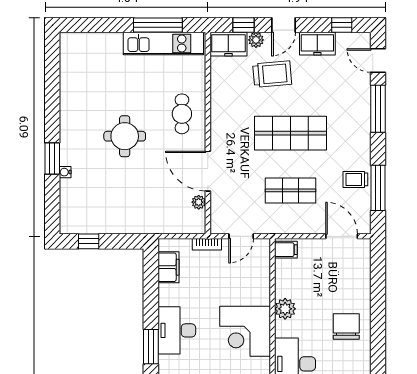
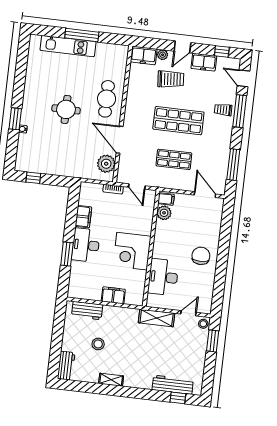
window: (158, 25) -> (82, 35), moved
window: (244, 25) -> (155, 44), removed
kitchen unit: (163, 44) -> (68, 46), moved
cafe table: (182, 114) -> (107, 99), width x1.37, depth x1.35
trolley: (355, 179) -> (223, 110), moved
plant: (199, 202) -> (106, 164), width x1.87, depth x1.87
door: (241, 236) -> (137, 187), hinge flipped
filing cabinet: (168, 267) -> (83, 217), moved
plant: (285, 309) -> (164, 213), moved

